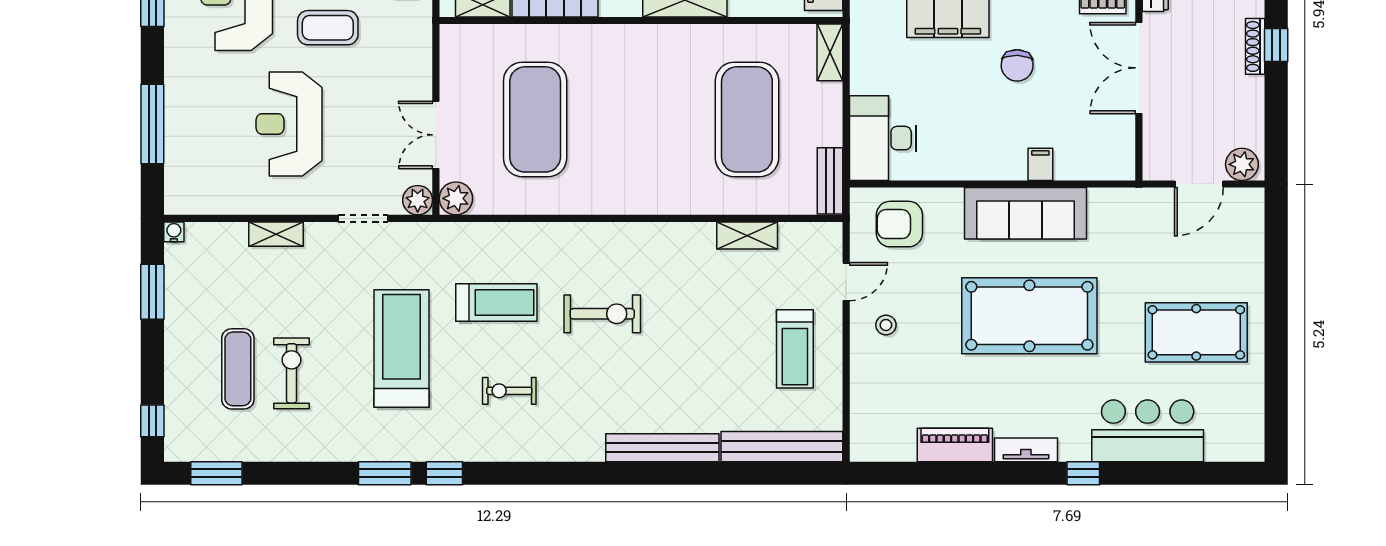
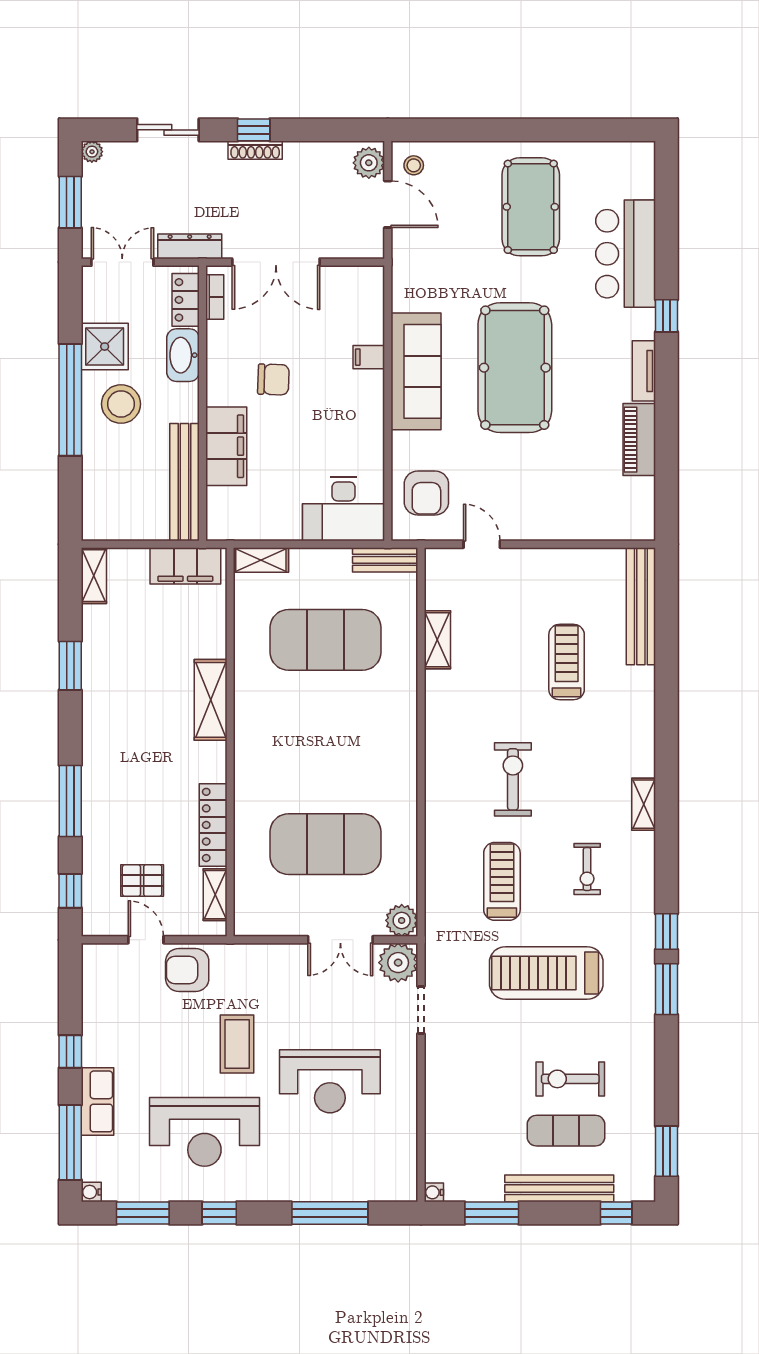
plant: (418, 200) -> (398, 963), width x1.36, depth x1.36
shelving: (276, 234) -> (644, 804), moved
stool: (886, 325) -> (414, 165), moved
treadmill: (795, 349) -> (567, 662), moved, turned -90
bench: (662, 448) -> (559, 1188), moved, turned 90

